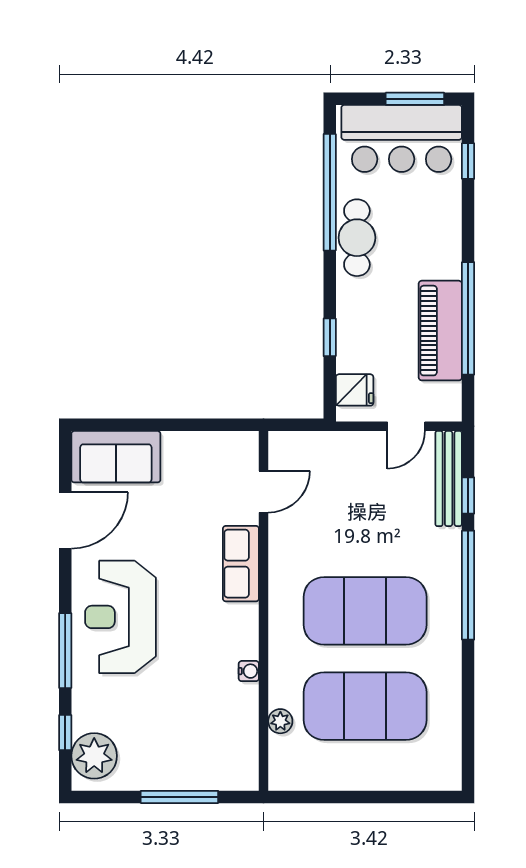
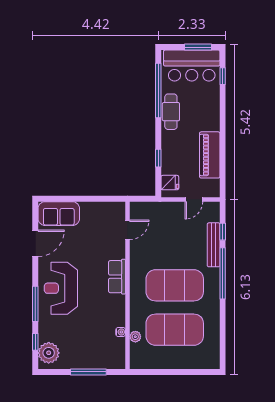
window: (468, 318) -> (223, 149), removed
bench: (449, 479) -> (214, 245), moved
row of seats: (241, 564) -> (117, 277), moved
water cooler: (249, 671) -> (121, 332), moved

